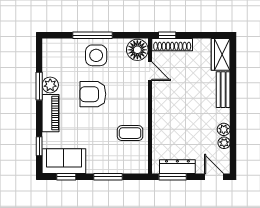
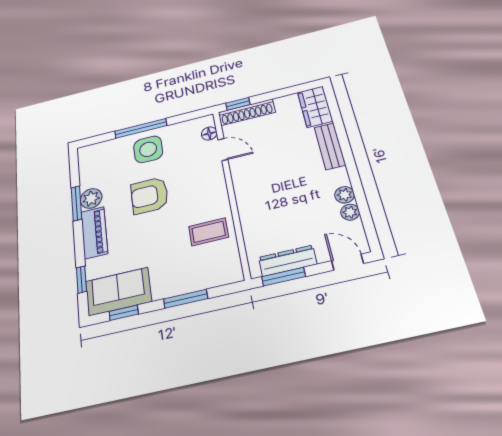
floor lamp: (137, 50) -> (209, 133), width x0.53, depth x0.53

